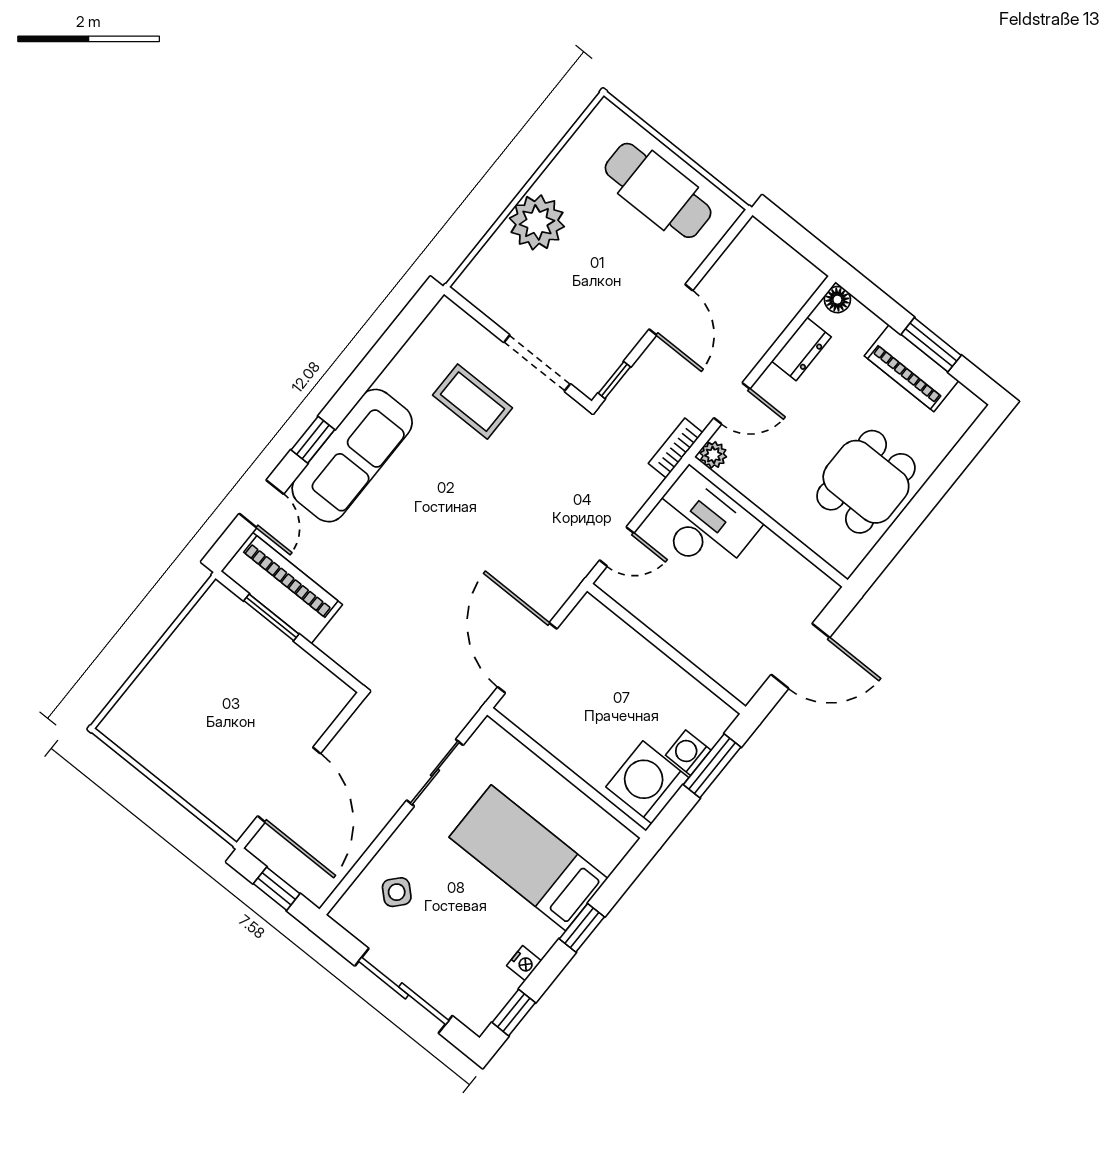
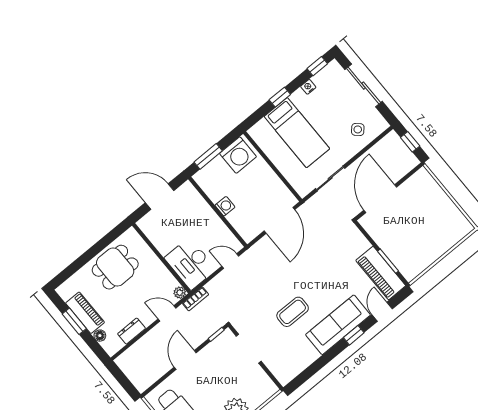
floor lamp: (837, 300) -> (100, 336), moved
coffee table: (472, 402) -> (293, 312), moved, turned 90
washing machine: (688, 753) -> (225, 206), moved, turned -90
door: (289, 785) -> (380, 199), moved

